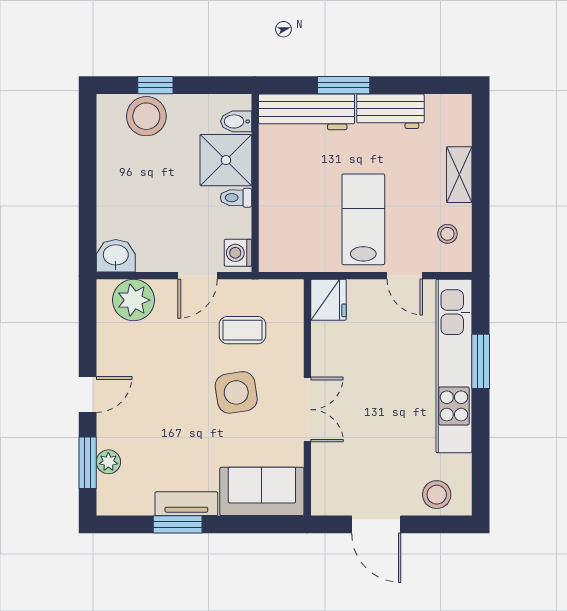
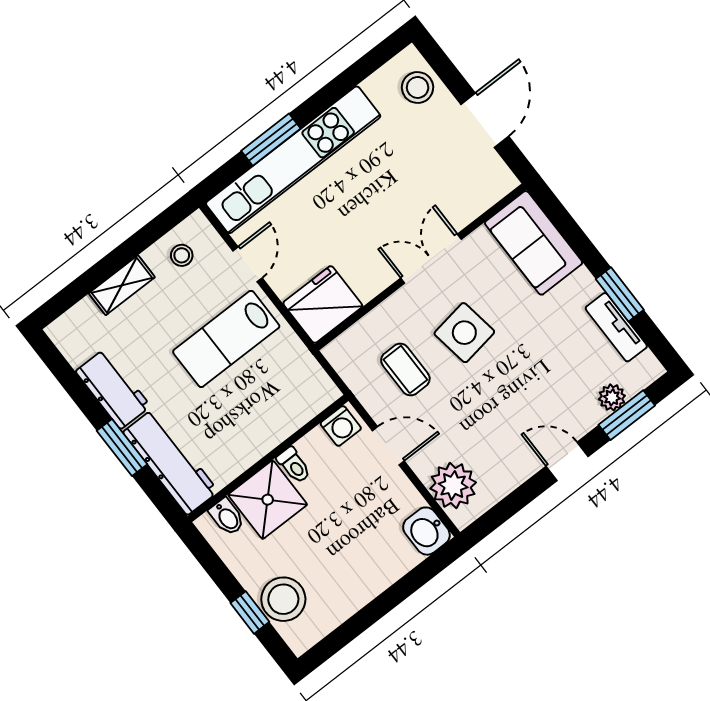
fridge: (328, 300) -> (323, 305), width x1.36, depth x1.34
tv unit: (186, 504) -> (616, 327), moved

